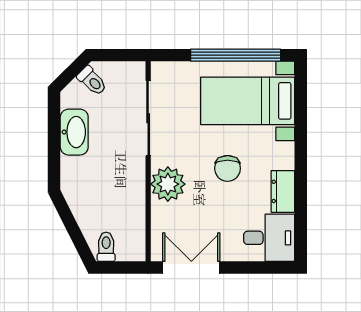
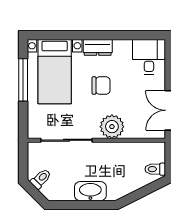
window: (236, 55) -> (23, 80), width x0.68
washbasin: (74, 132) -> (90, 191), moved
dresser: (283, 191) -> (98, 47), moved

